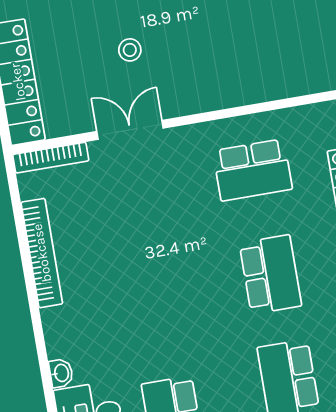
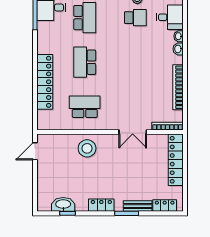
stool: (130, 50) -> (87, 148), moved, width x1.89, depth x1.89
washbasin: (57, 343) -> (178, 49), added

